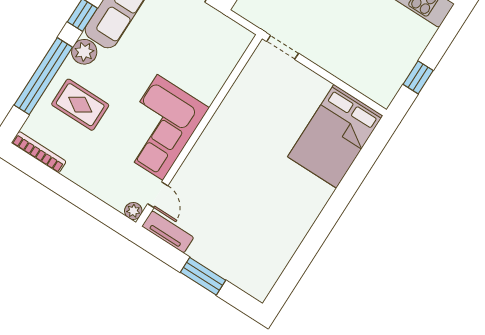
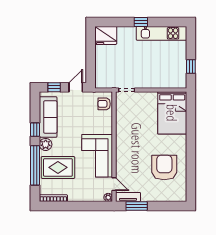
armchair: (229, 46) -> (104, 104), added
rug: (80, 105) -> (58, 167), width x1.36, depth x1.43
armchair: (262, 221) -> (164, 168), added
window: (203, 276) -> (137, 206), moved

